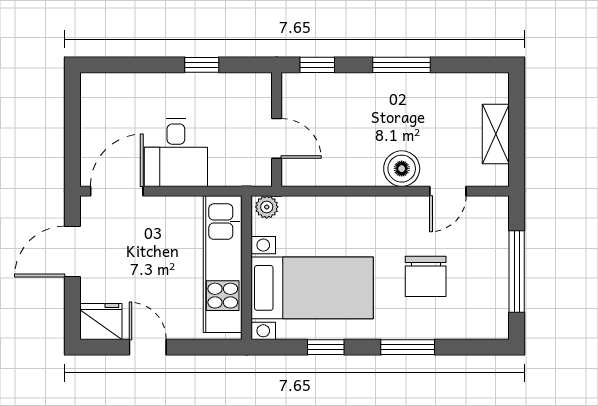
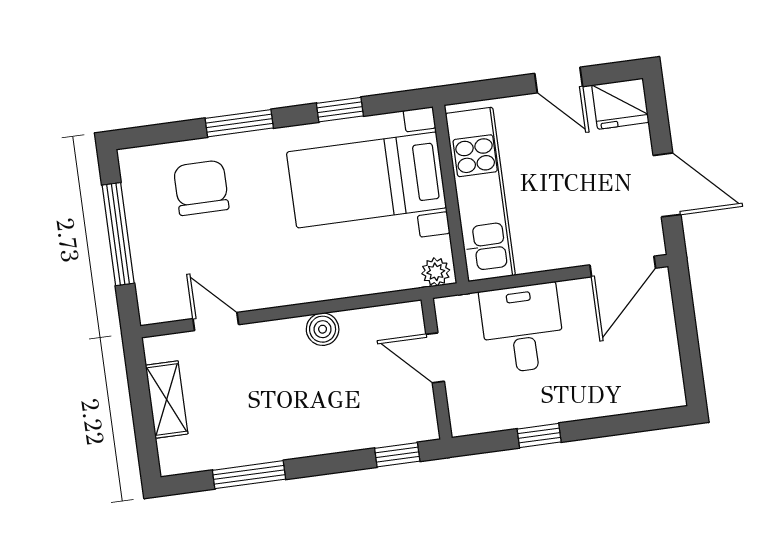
window: (402, 65) -> (249, 475), moved
desk: (176, 152) -> (522, 328), moved
boiler: (402, 169) -> (323, 329), moved, width x0.73, depth x0.73
door: (448, 191) -> (216, 322), hinge flipped
door: (72, 251) -> (667, 185), hinge flipped
chair: (426, 276) -> (201, 188), moved

